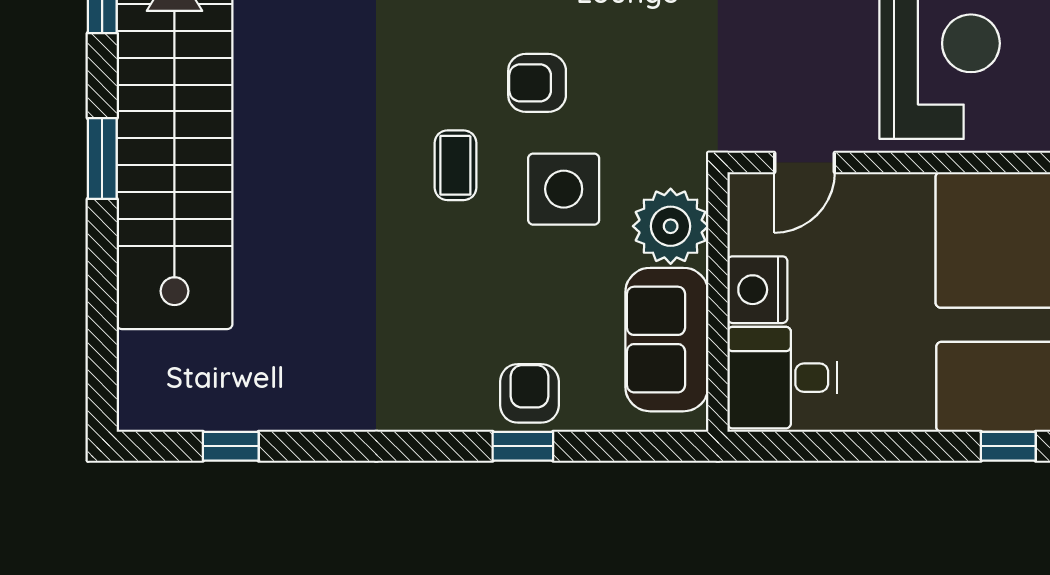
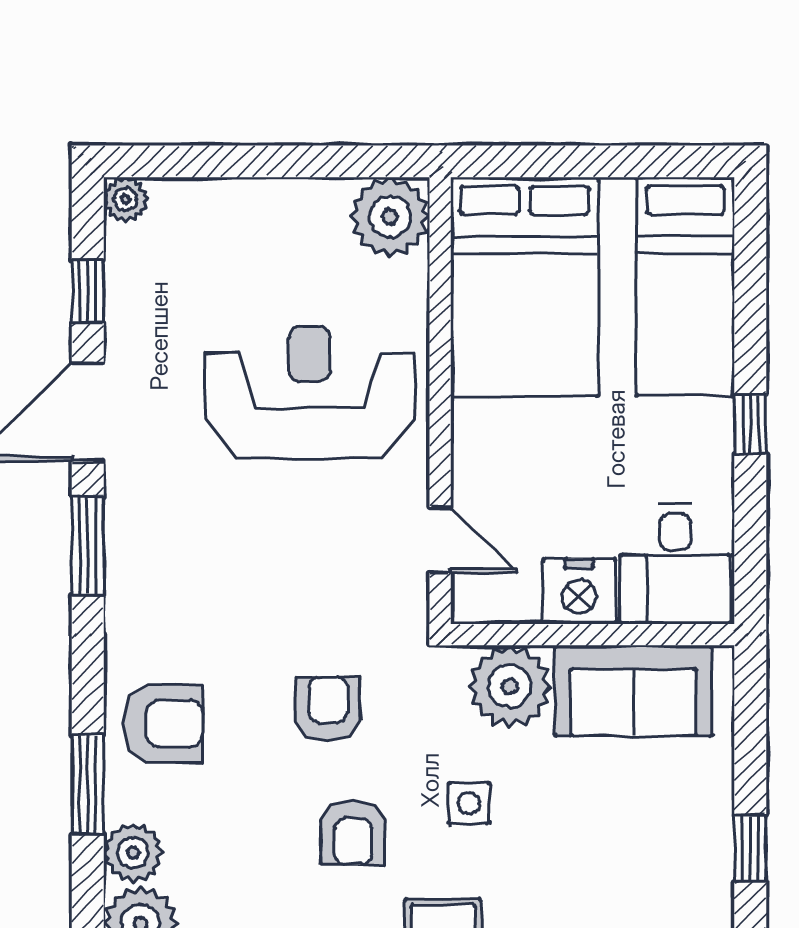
side table: (564, 189) -> (469, 803), width x0.54, depth x0.54
armchair: (530, 393) -> (328, 709), moved, turned 90
window: (1008, 446) -> (750, 424), moved

